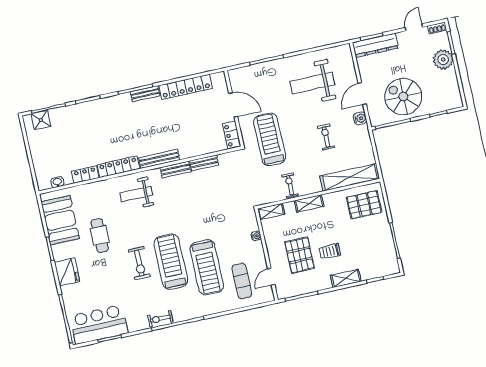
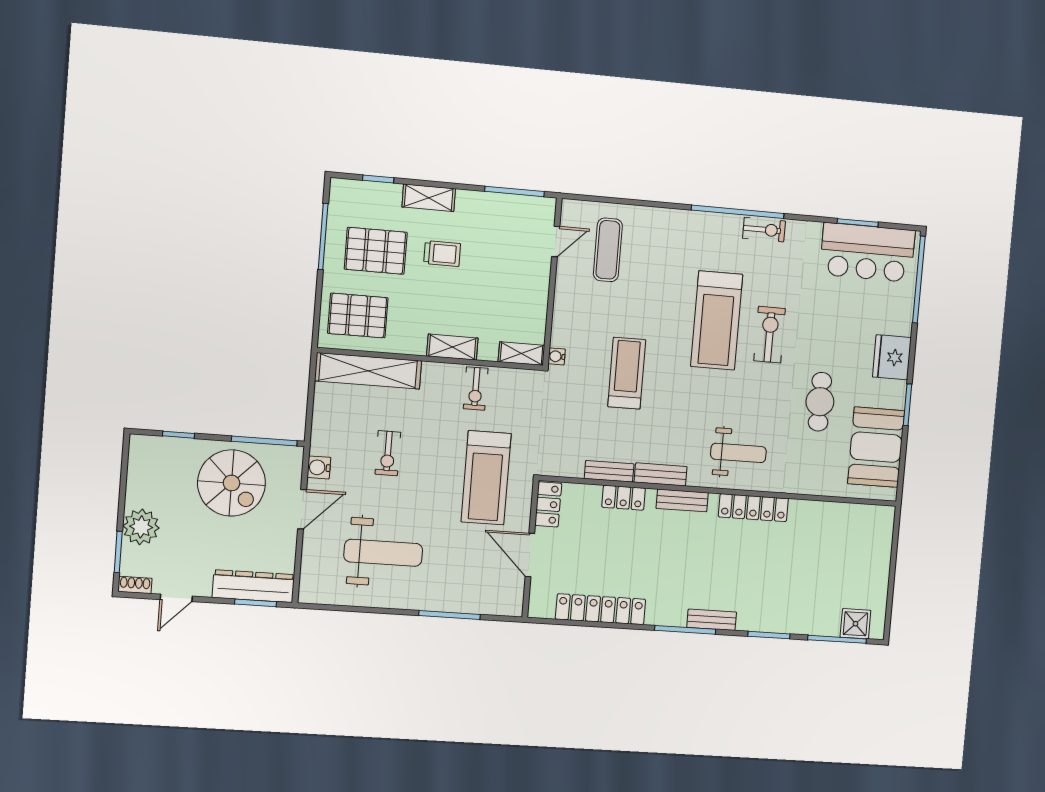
bench: (145, 94) -> (712, 620), moved
bench: (159, 159) -> (682, 500), width x0.73
locker: (85, 175) -> (624, 498), moved
washbasin: (57, 182) -> (861, 512), removed
water cooler: (256, 236) -> (557, 356), moved
pallet: (300, 255) -> (376, 251), moved, turned 90
treadmill: (207, 267) -> (627, 373), moved, width x0.73, depth x0.73

